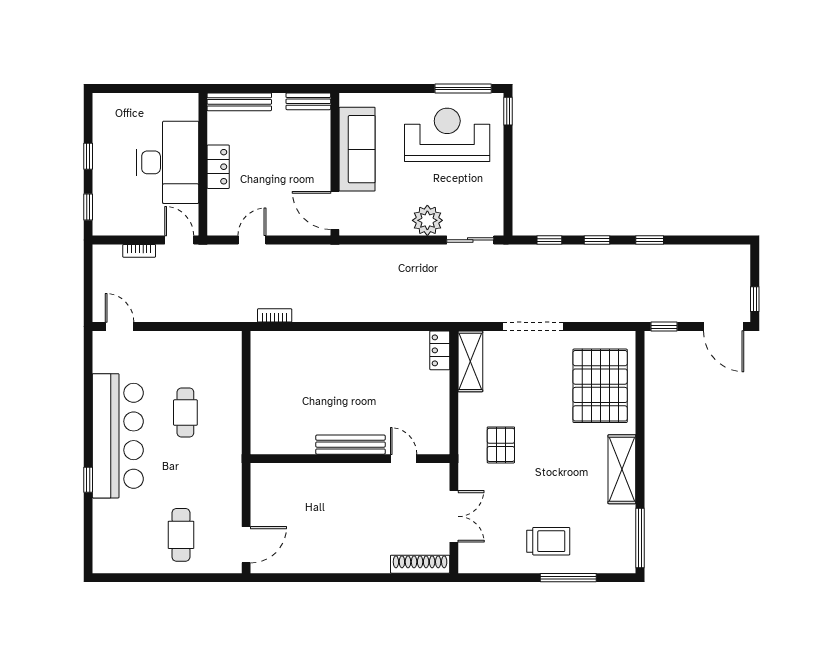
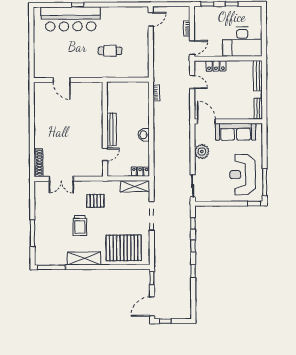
reception desk: (447, 135) -> (243, 175), turned 180
desk: (168, 162) -> (242, 42), moved
locker: (218, 167) -> (216, 66), moved
door: (335, 210) -> (206, 121), hinge flipped
plant: (427, 220) -> (202, 152), moved
washbasin: (362, 342) -> (144, 135), added
bar counter: (118, 436) -> (71, 19), moved
bench: (350, 445) -> (112, 129), moved
wall: (350, 459) -> (105, 129), moved
door: (404, 459) -> (105, 155), moved
cafe table: (181, 535) -> (52, 49), removed
trolley: (548, 541) -> (80, 226), moved
door: (246, 545) -> (62, 80), moved

